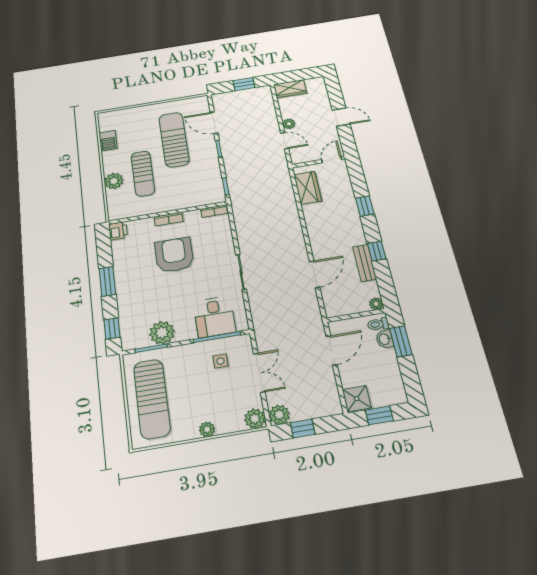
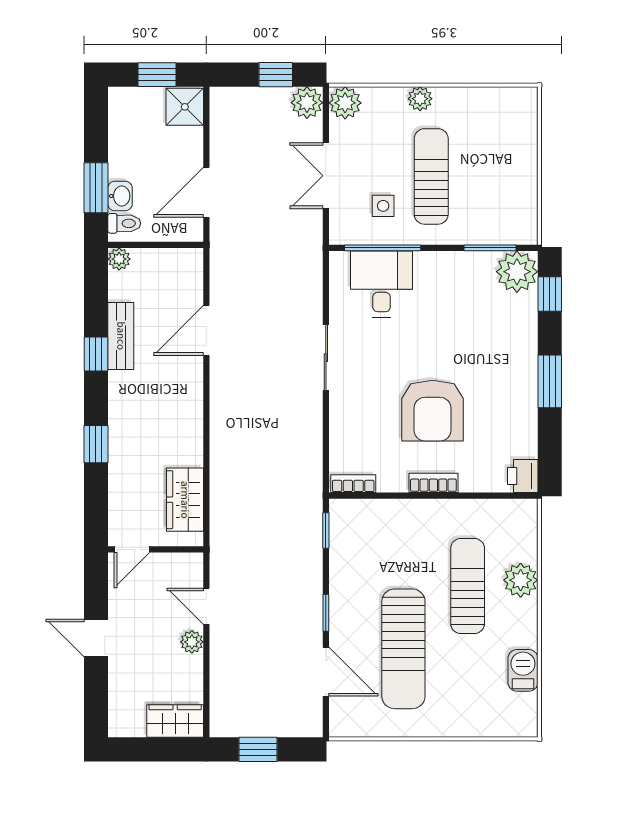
plant: (162, 333) -> (517, 272), moved
sun lounger: (152, 399) -> (431, 176), moved, width x0.73, depth x0.75

